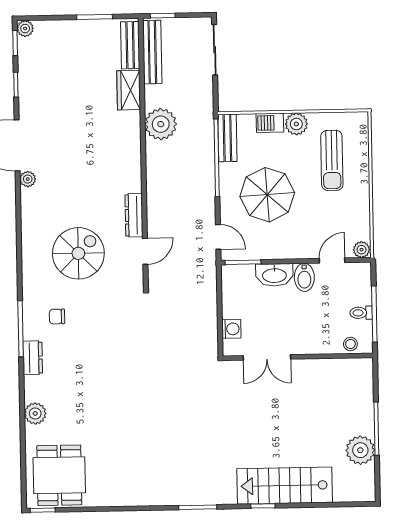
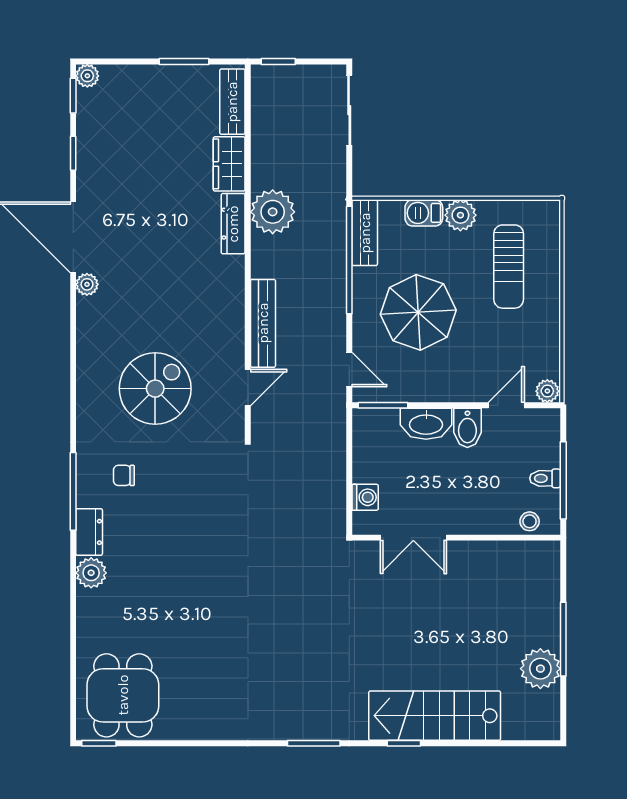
bench: (152, 52) -> (263, 323), moved
dresser: (134, 215) -> (233, 224), moved
plant: (35, 413) -> (91, 573), moved

